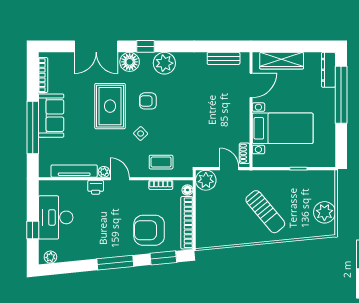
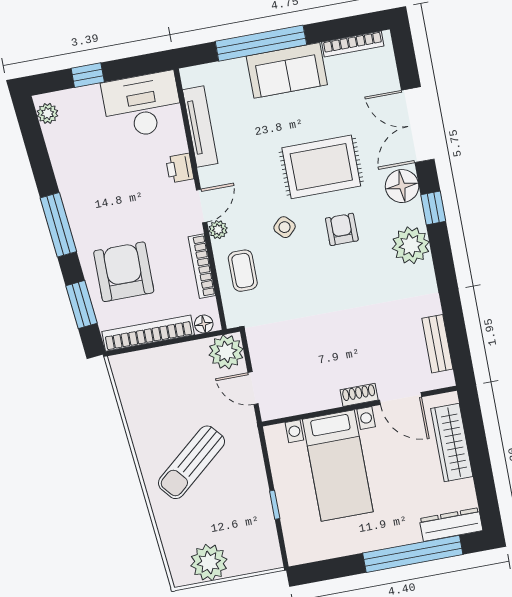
shoe rack: (244, 153) -> (359, 395), moved
door: (229, 169) -> (253, 388), swing flipped
plant: (104, 172) -> (218, 230), moved
bookcase: (161, 185) -> (202, 266), width x1.56
desk: (56, 217) -> (142, 105), moved

